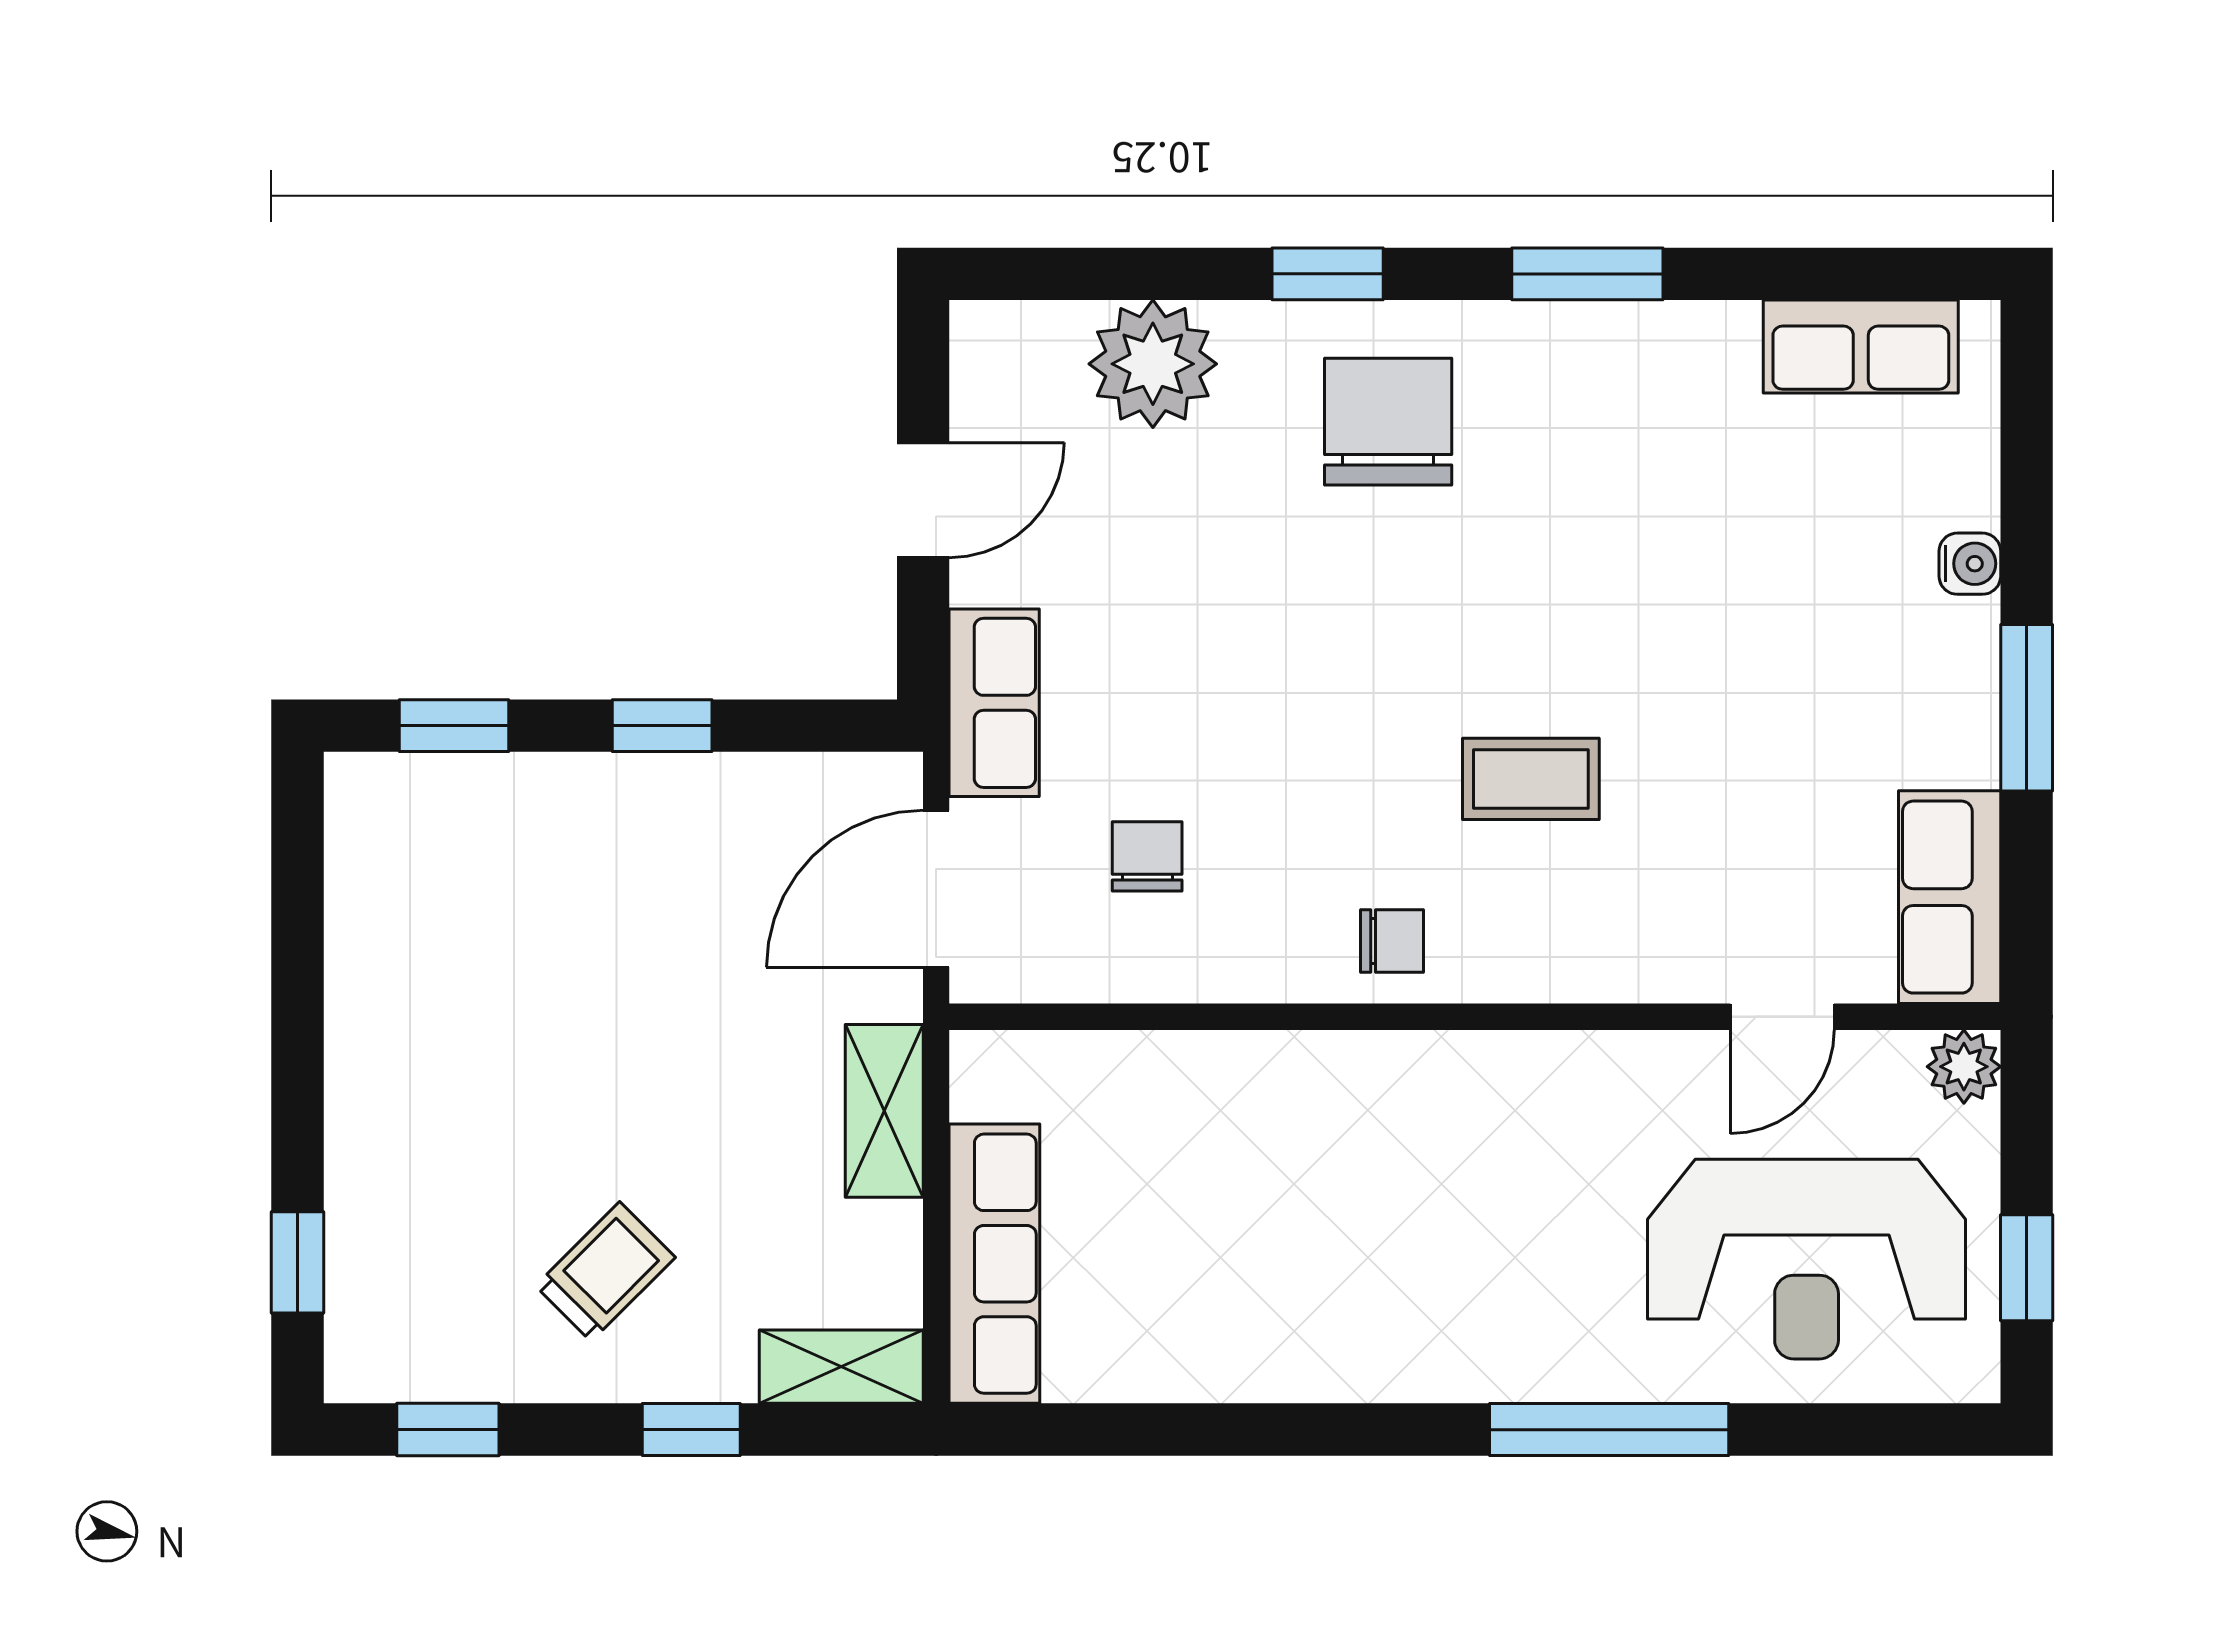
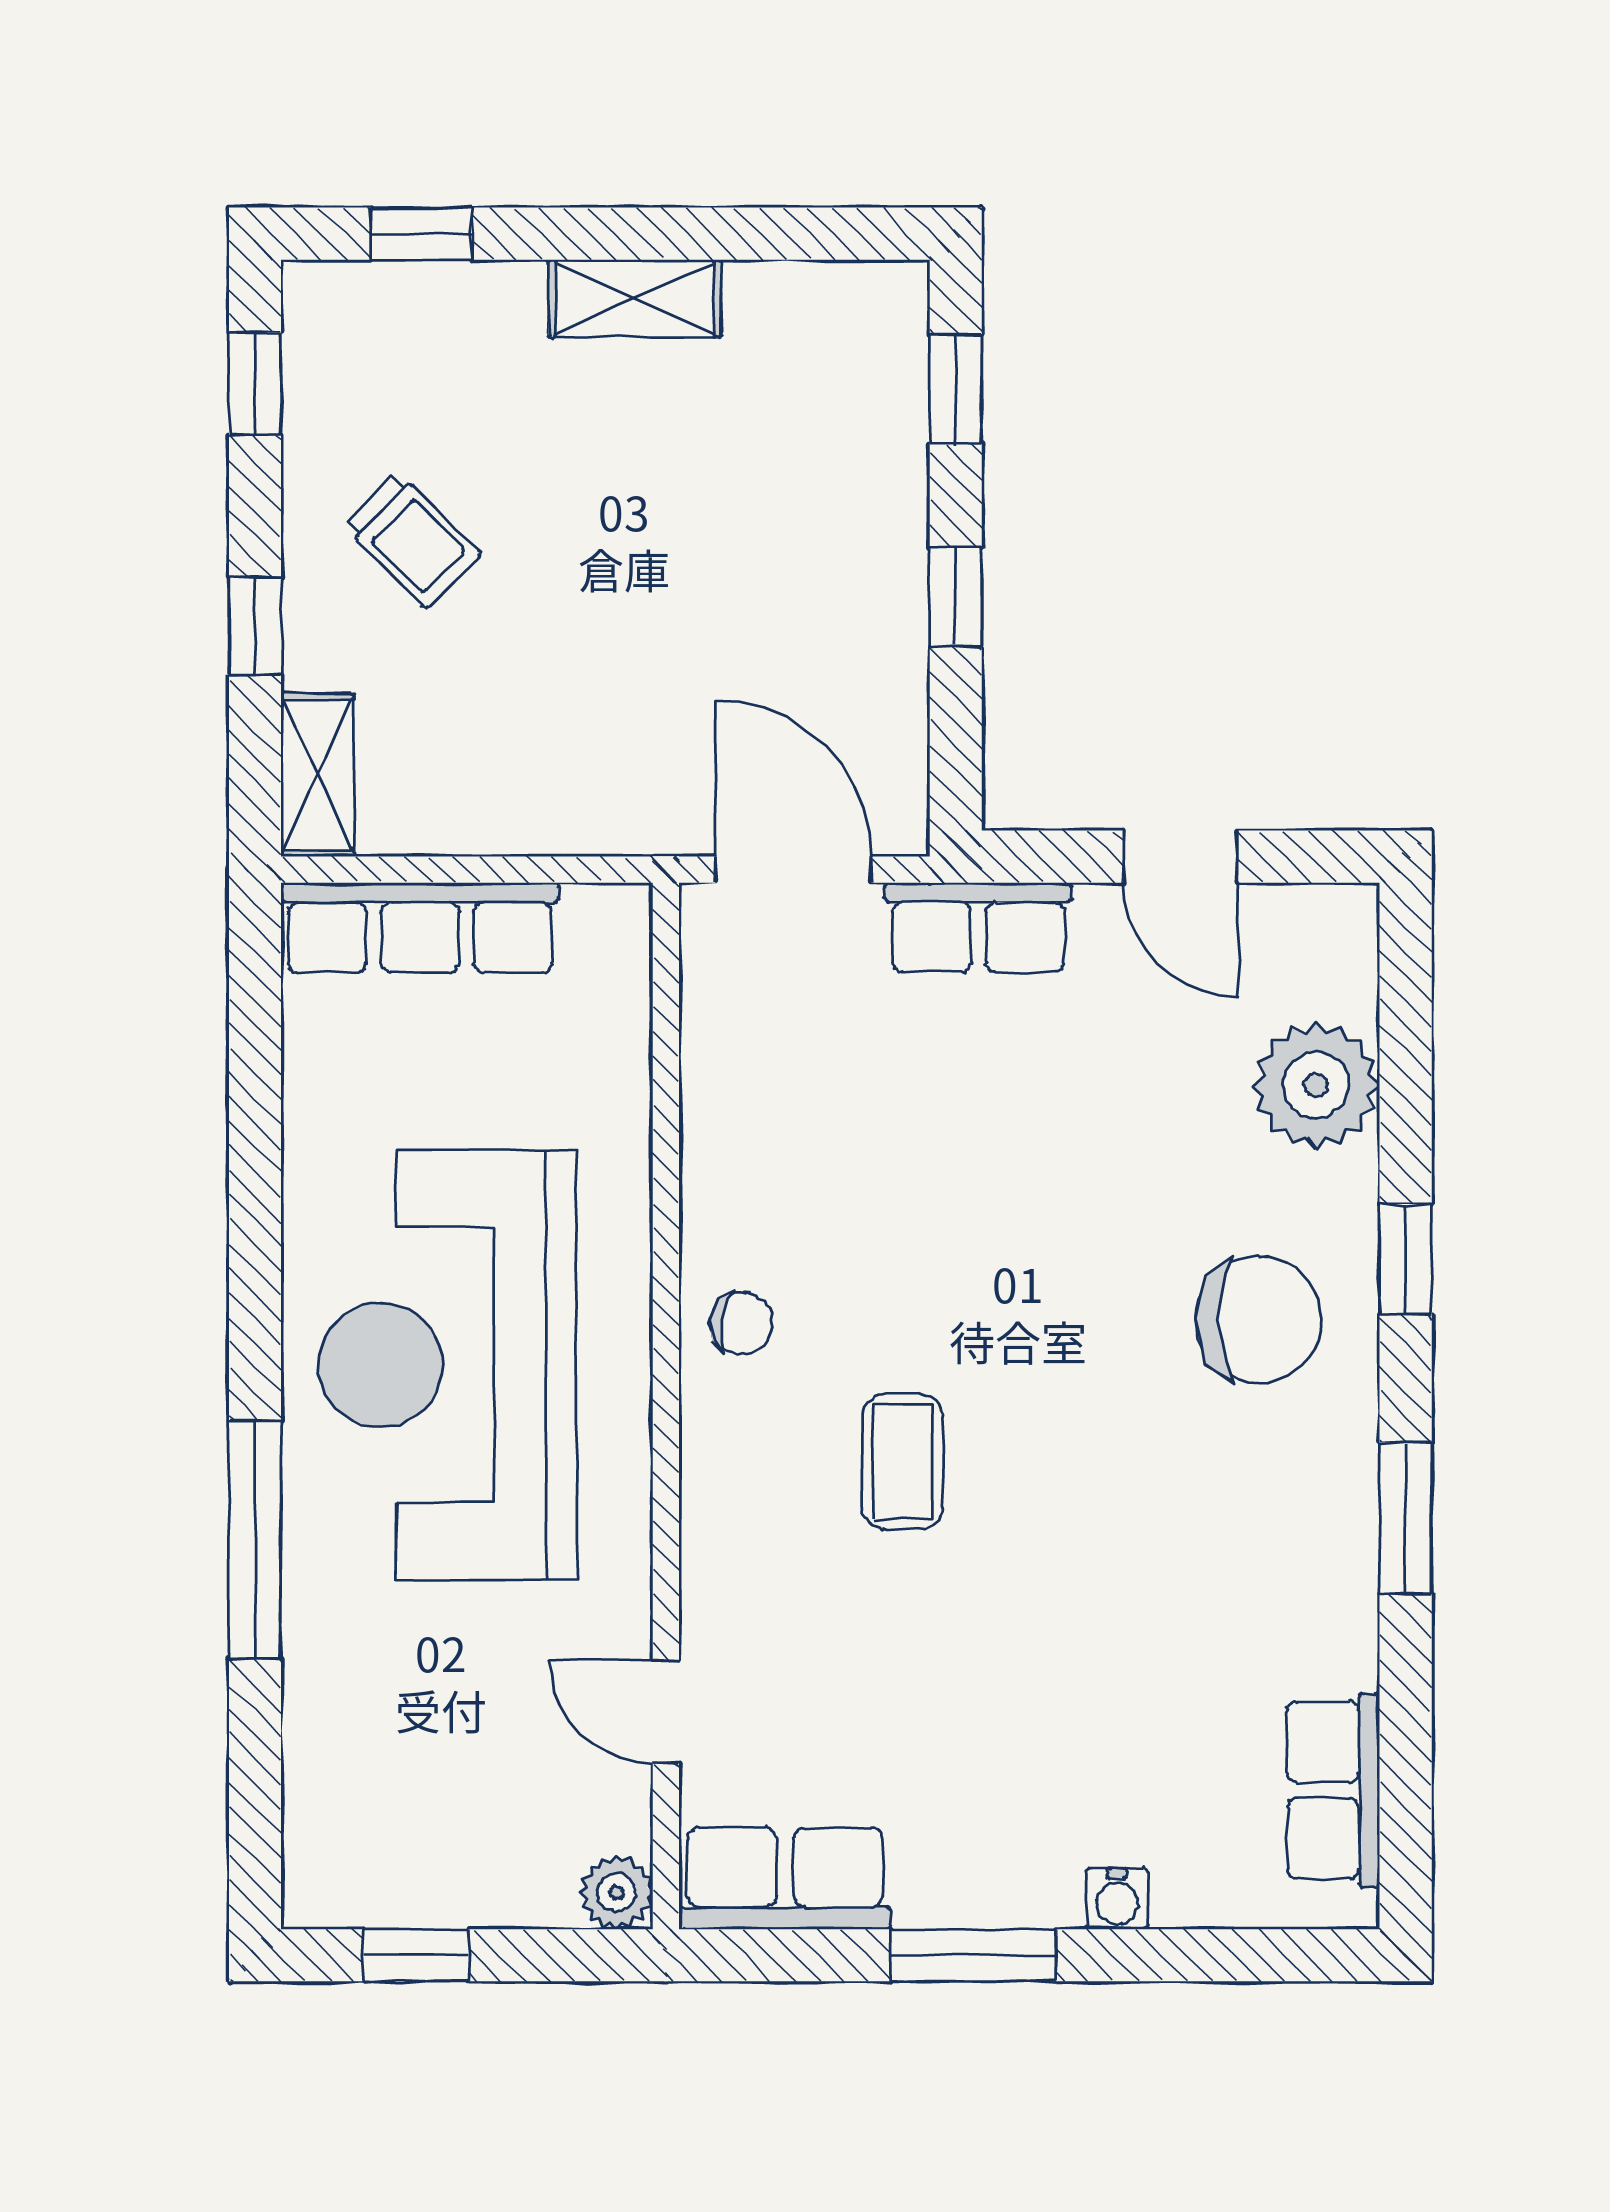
chair: (1147, 856) -> (826, 1080), removed
chair: (1392, 941) -> (741, 1323), turned -82
shelving: (884, 1111) -> (635, 298), moved
reception desk: (1807, 1259) -> (448, 1365), moved, width x1.36, depth x1.30

